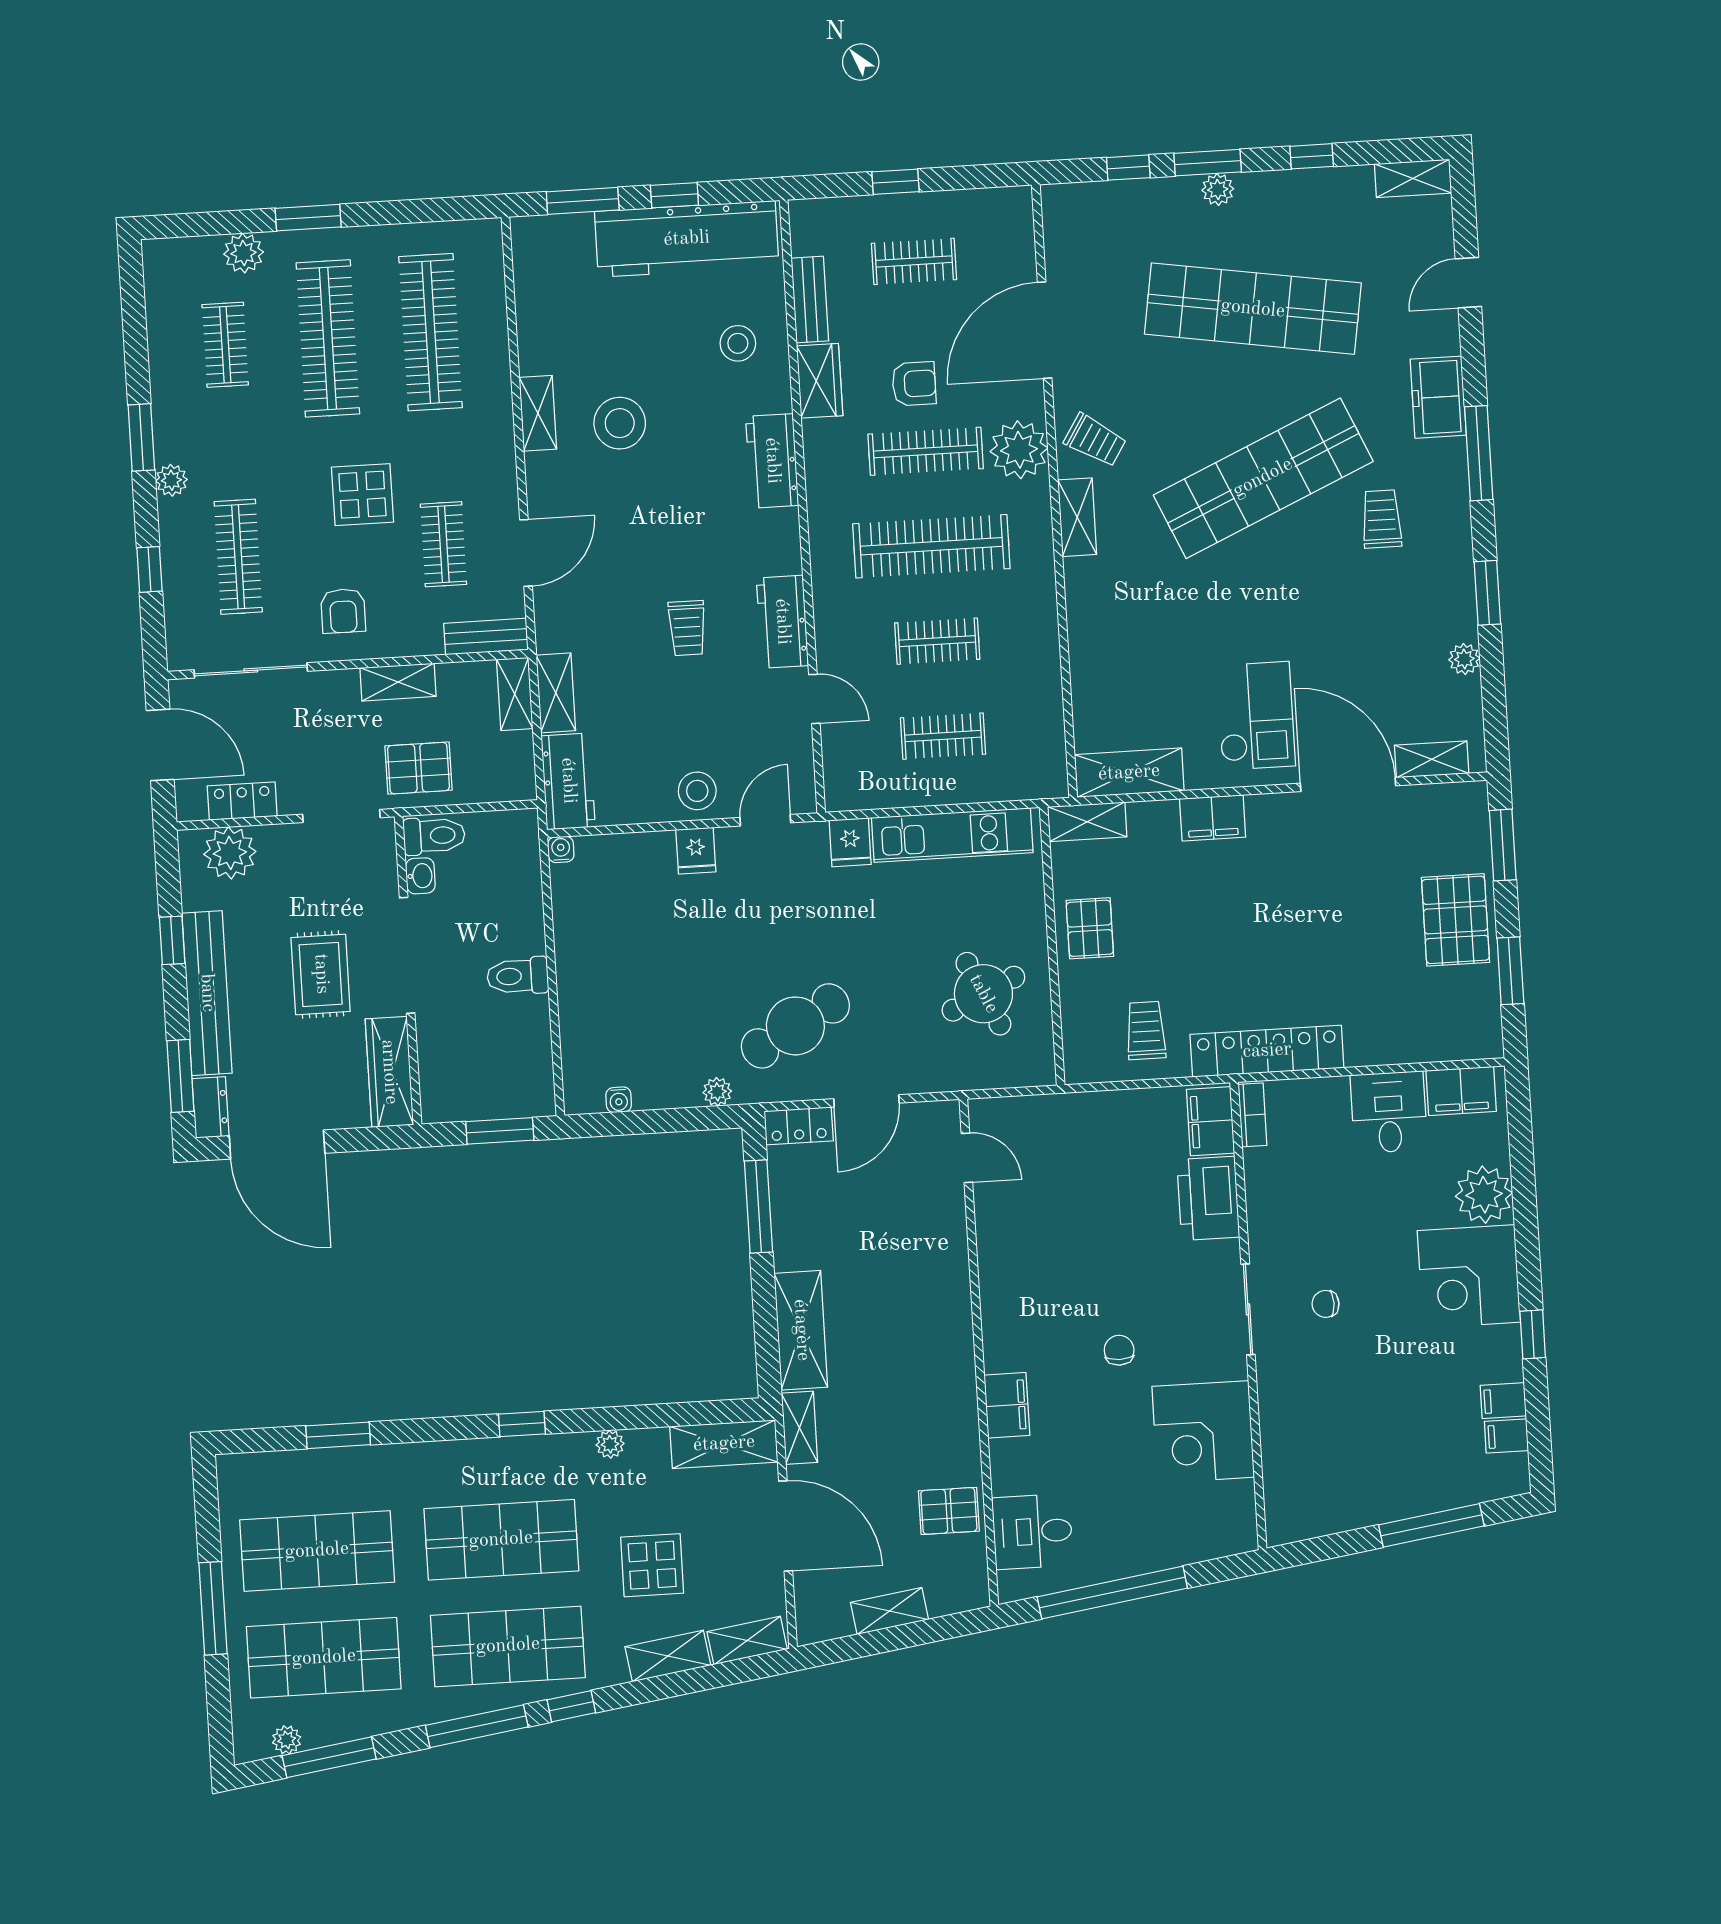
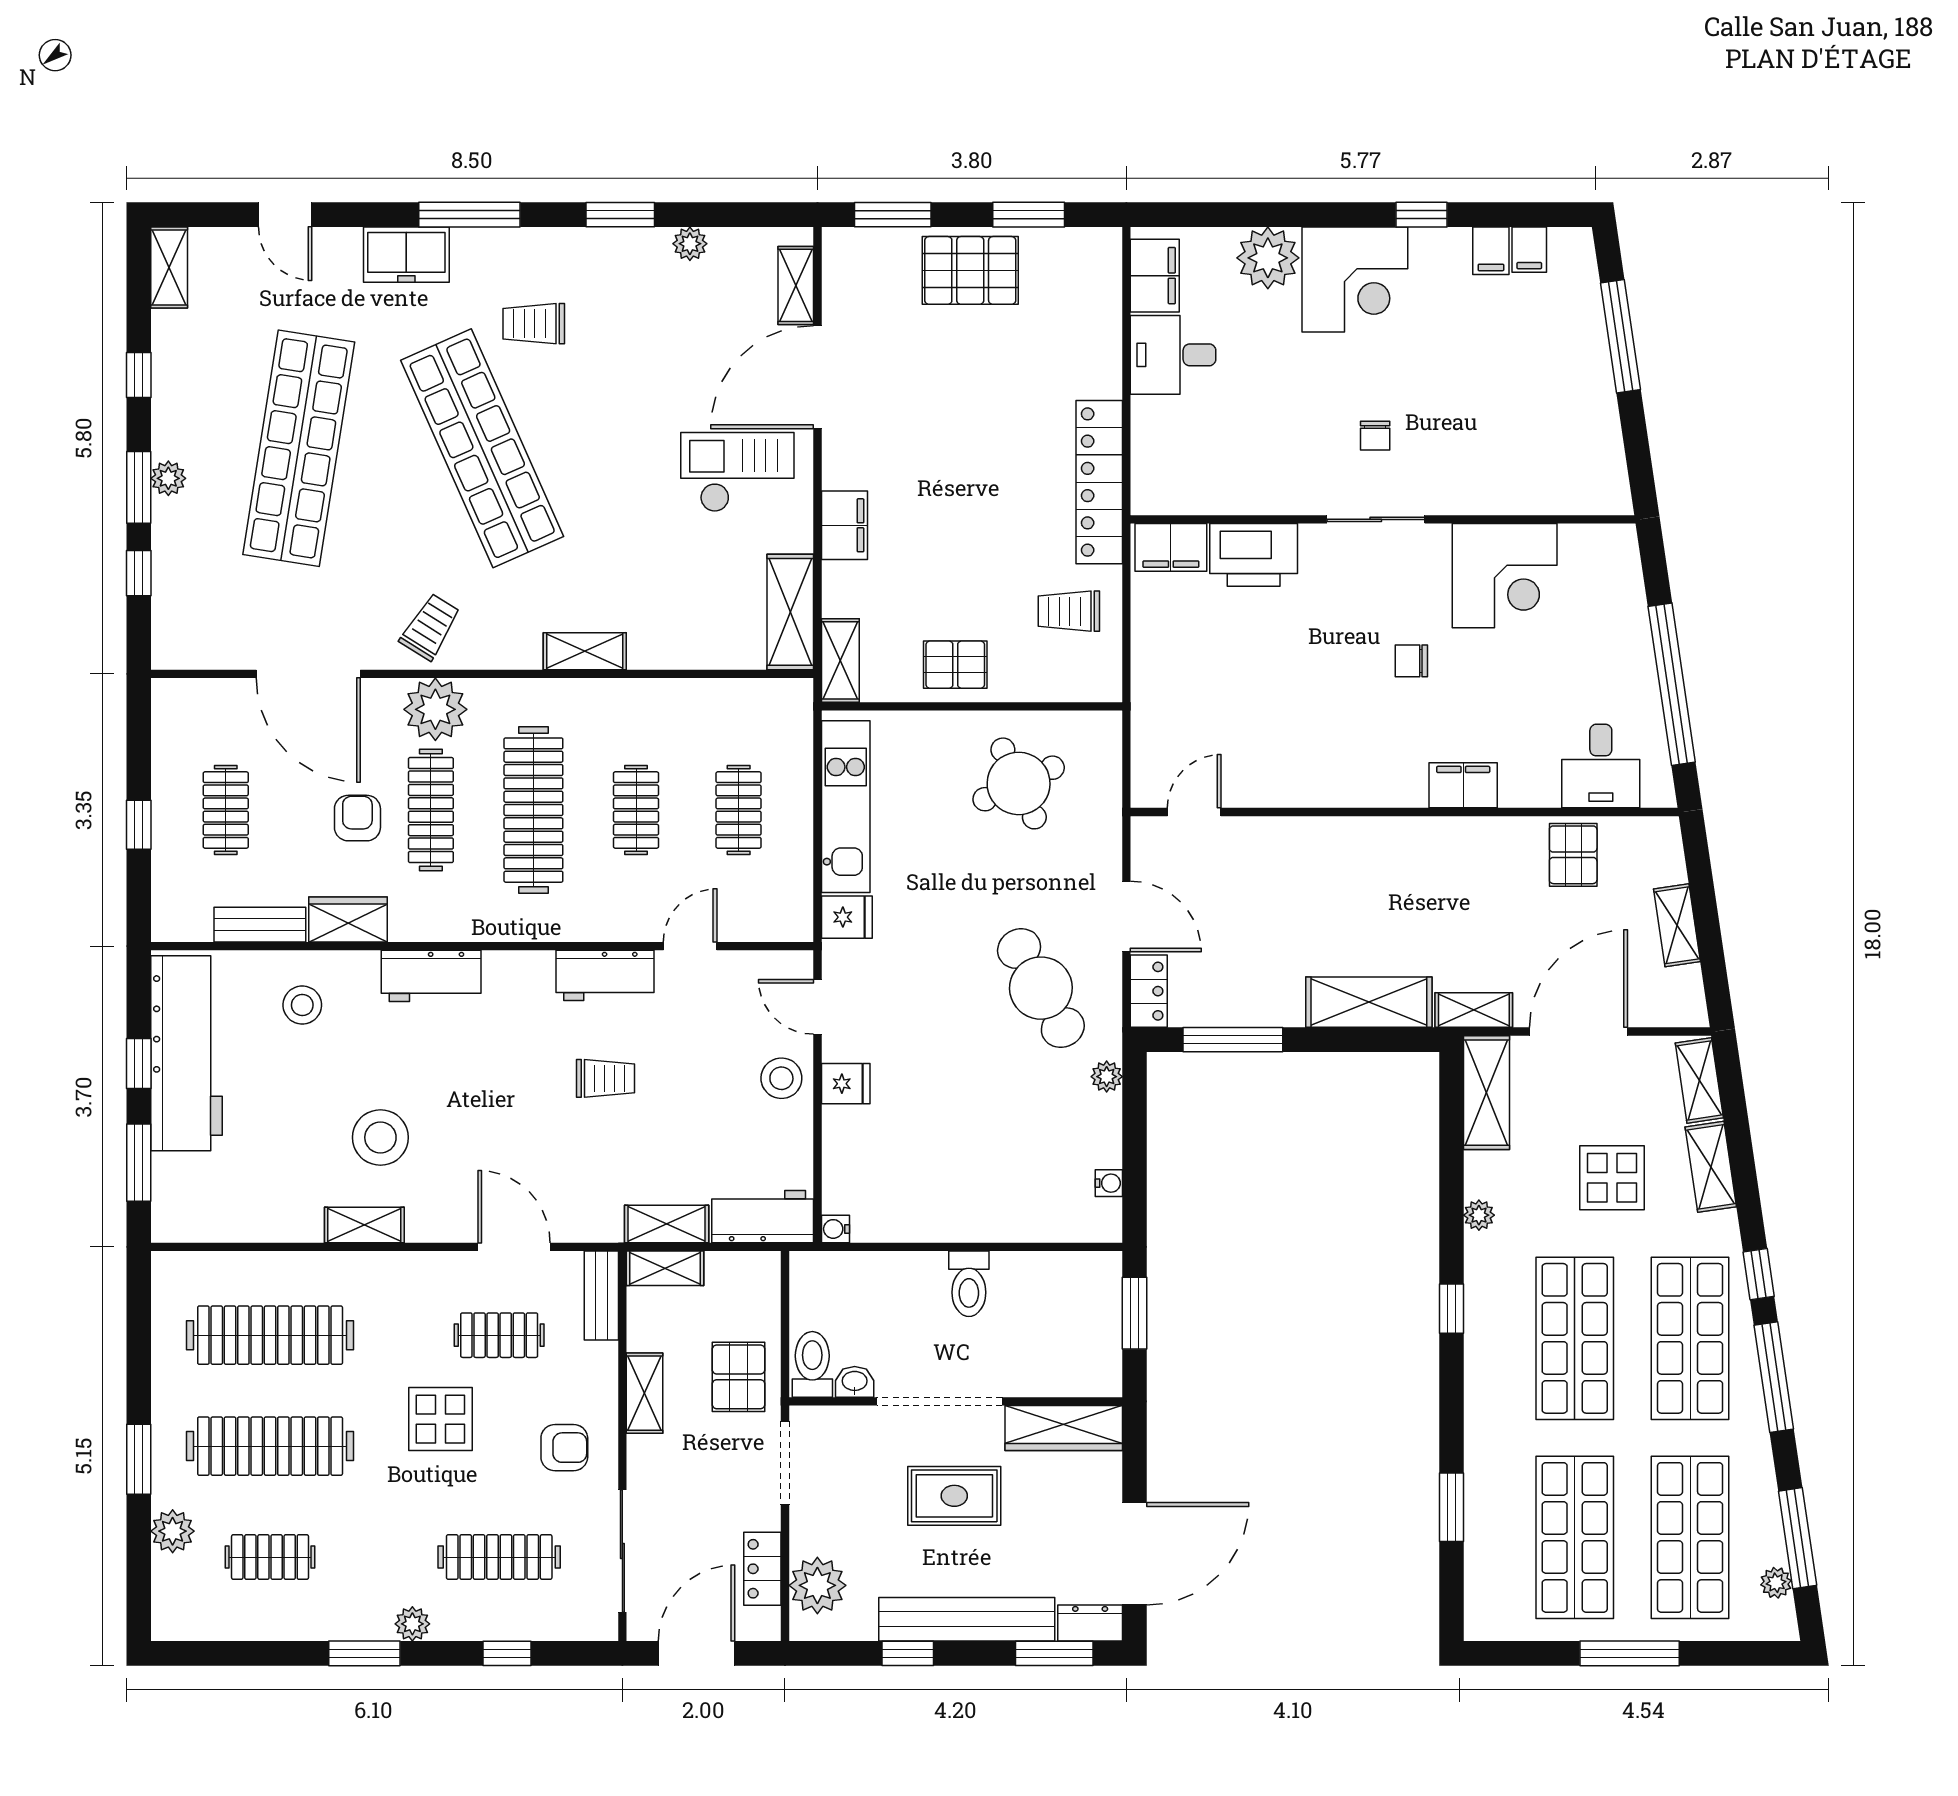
shelving: (1077, 517) -> (585, 651), moved
bookcase: (1252, 1115) -> (1167, 502), removed

